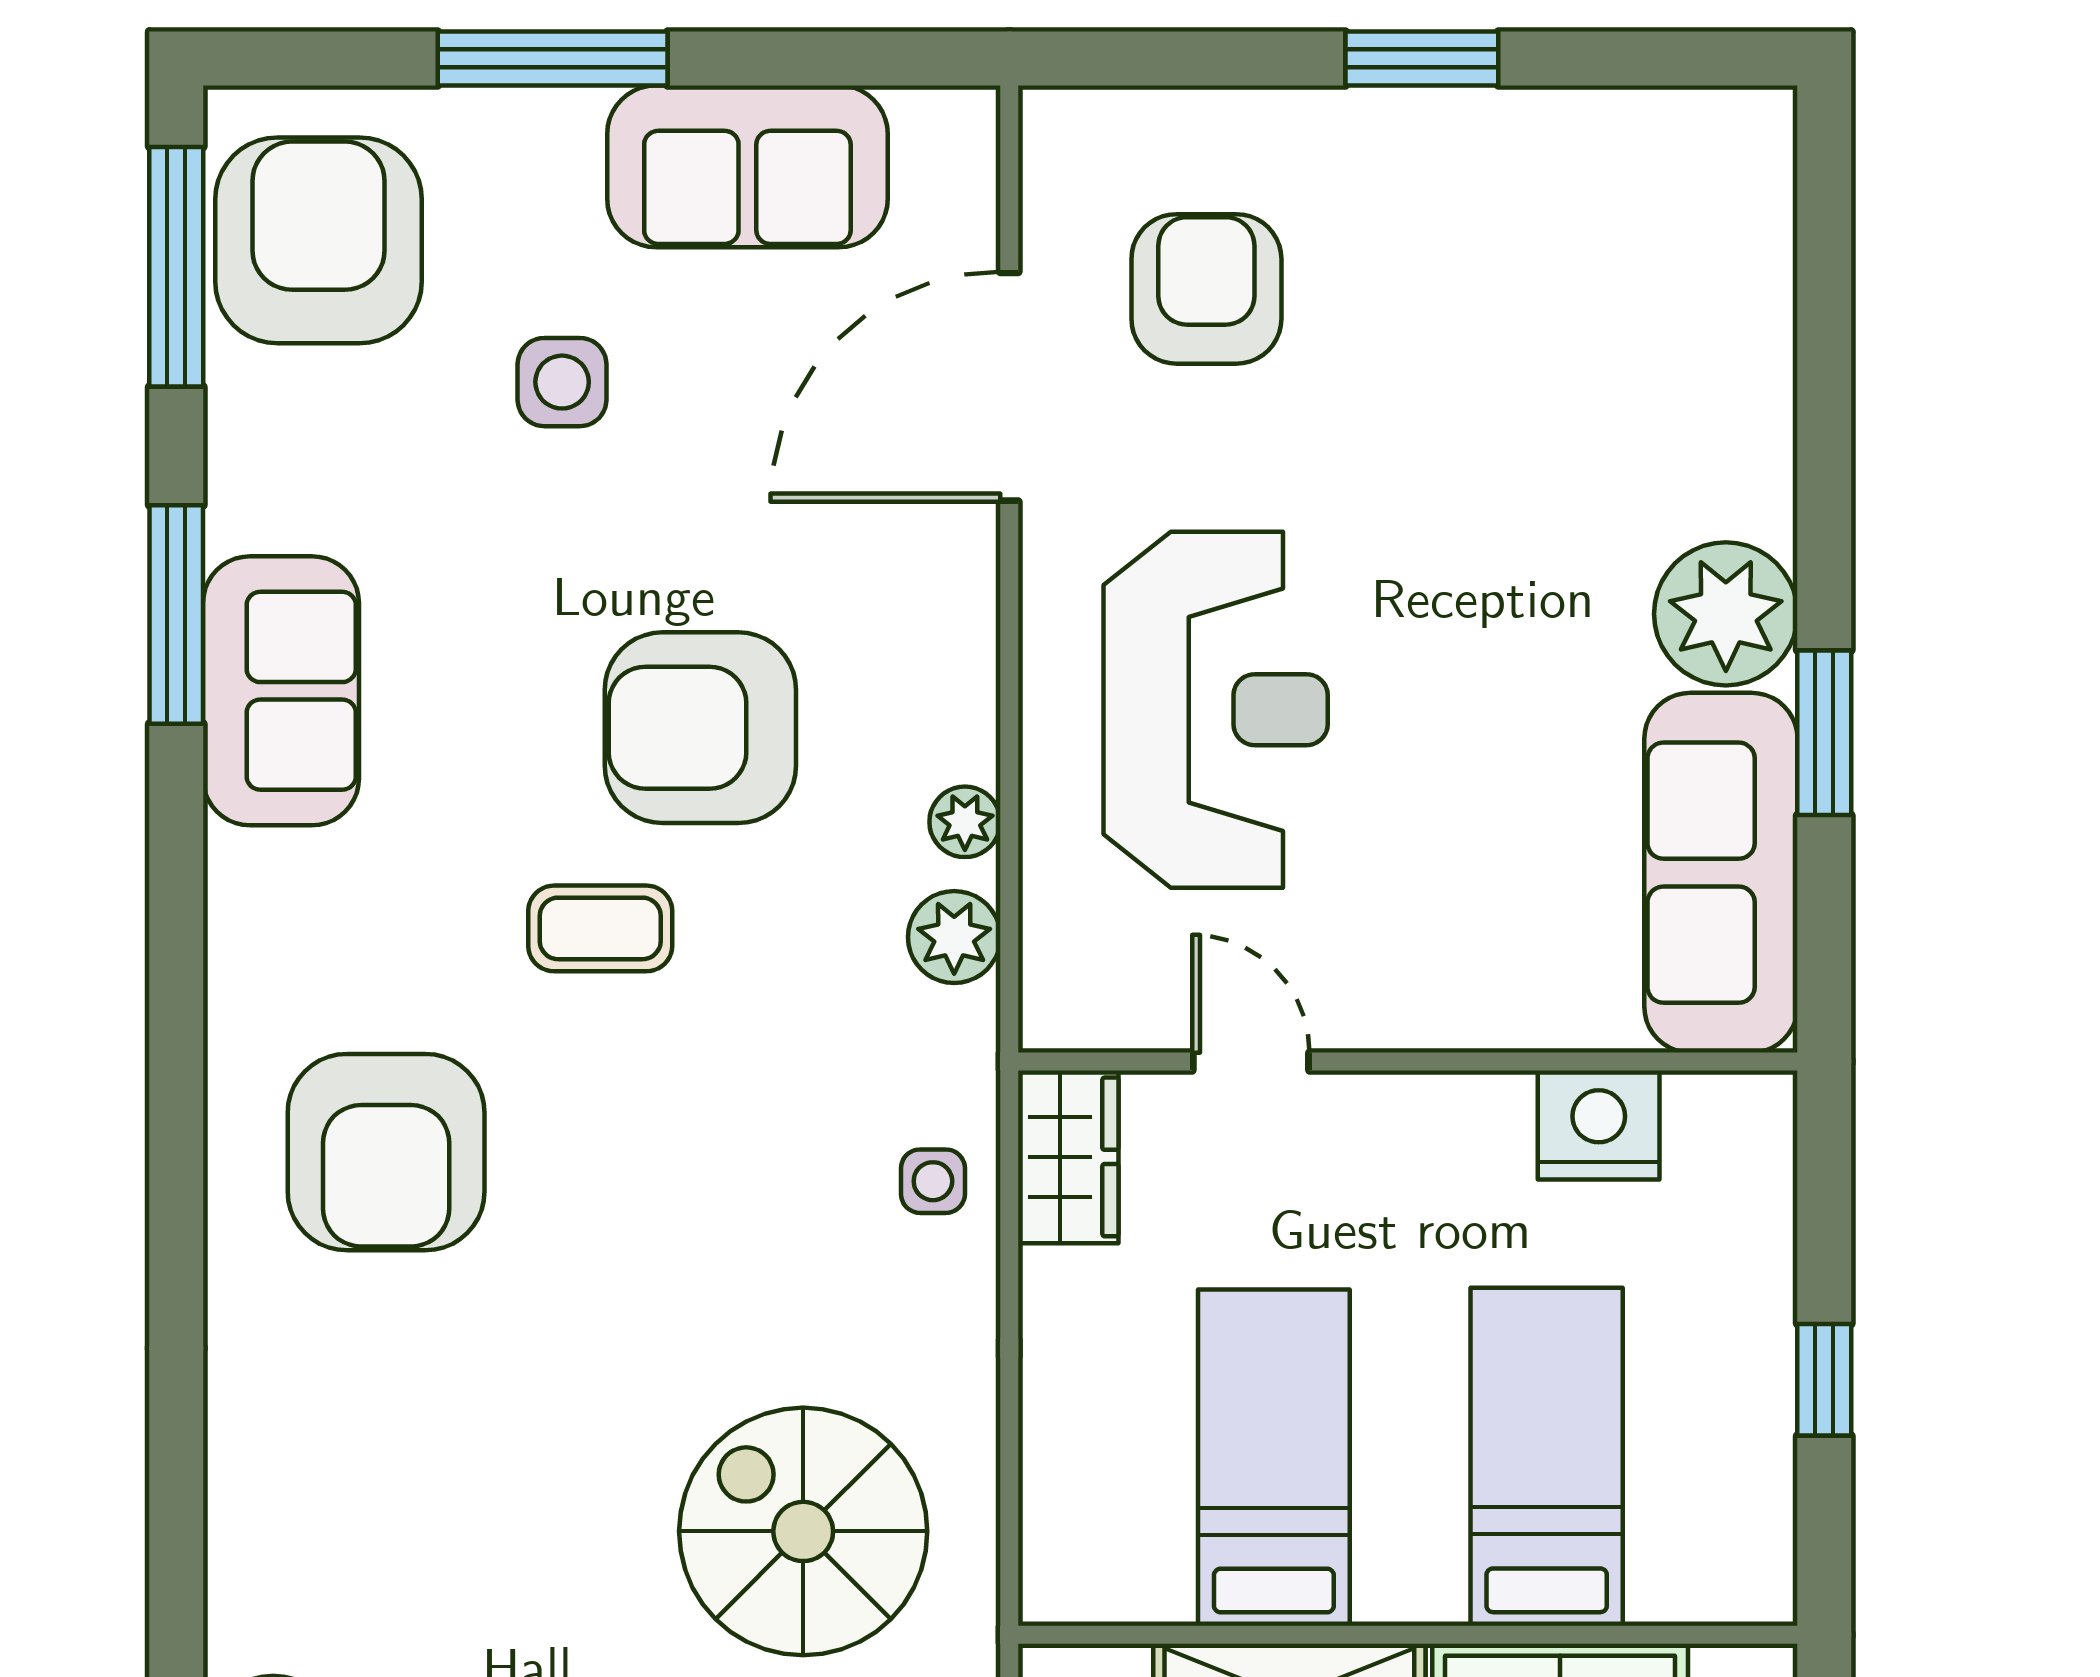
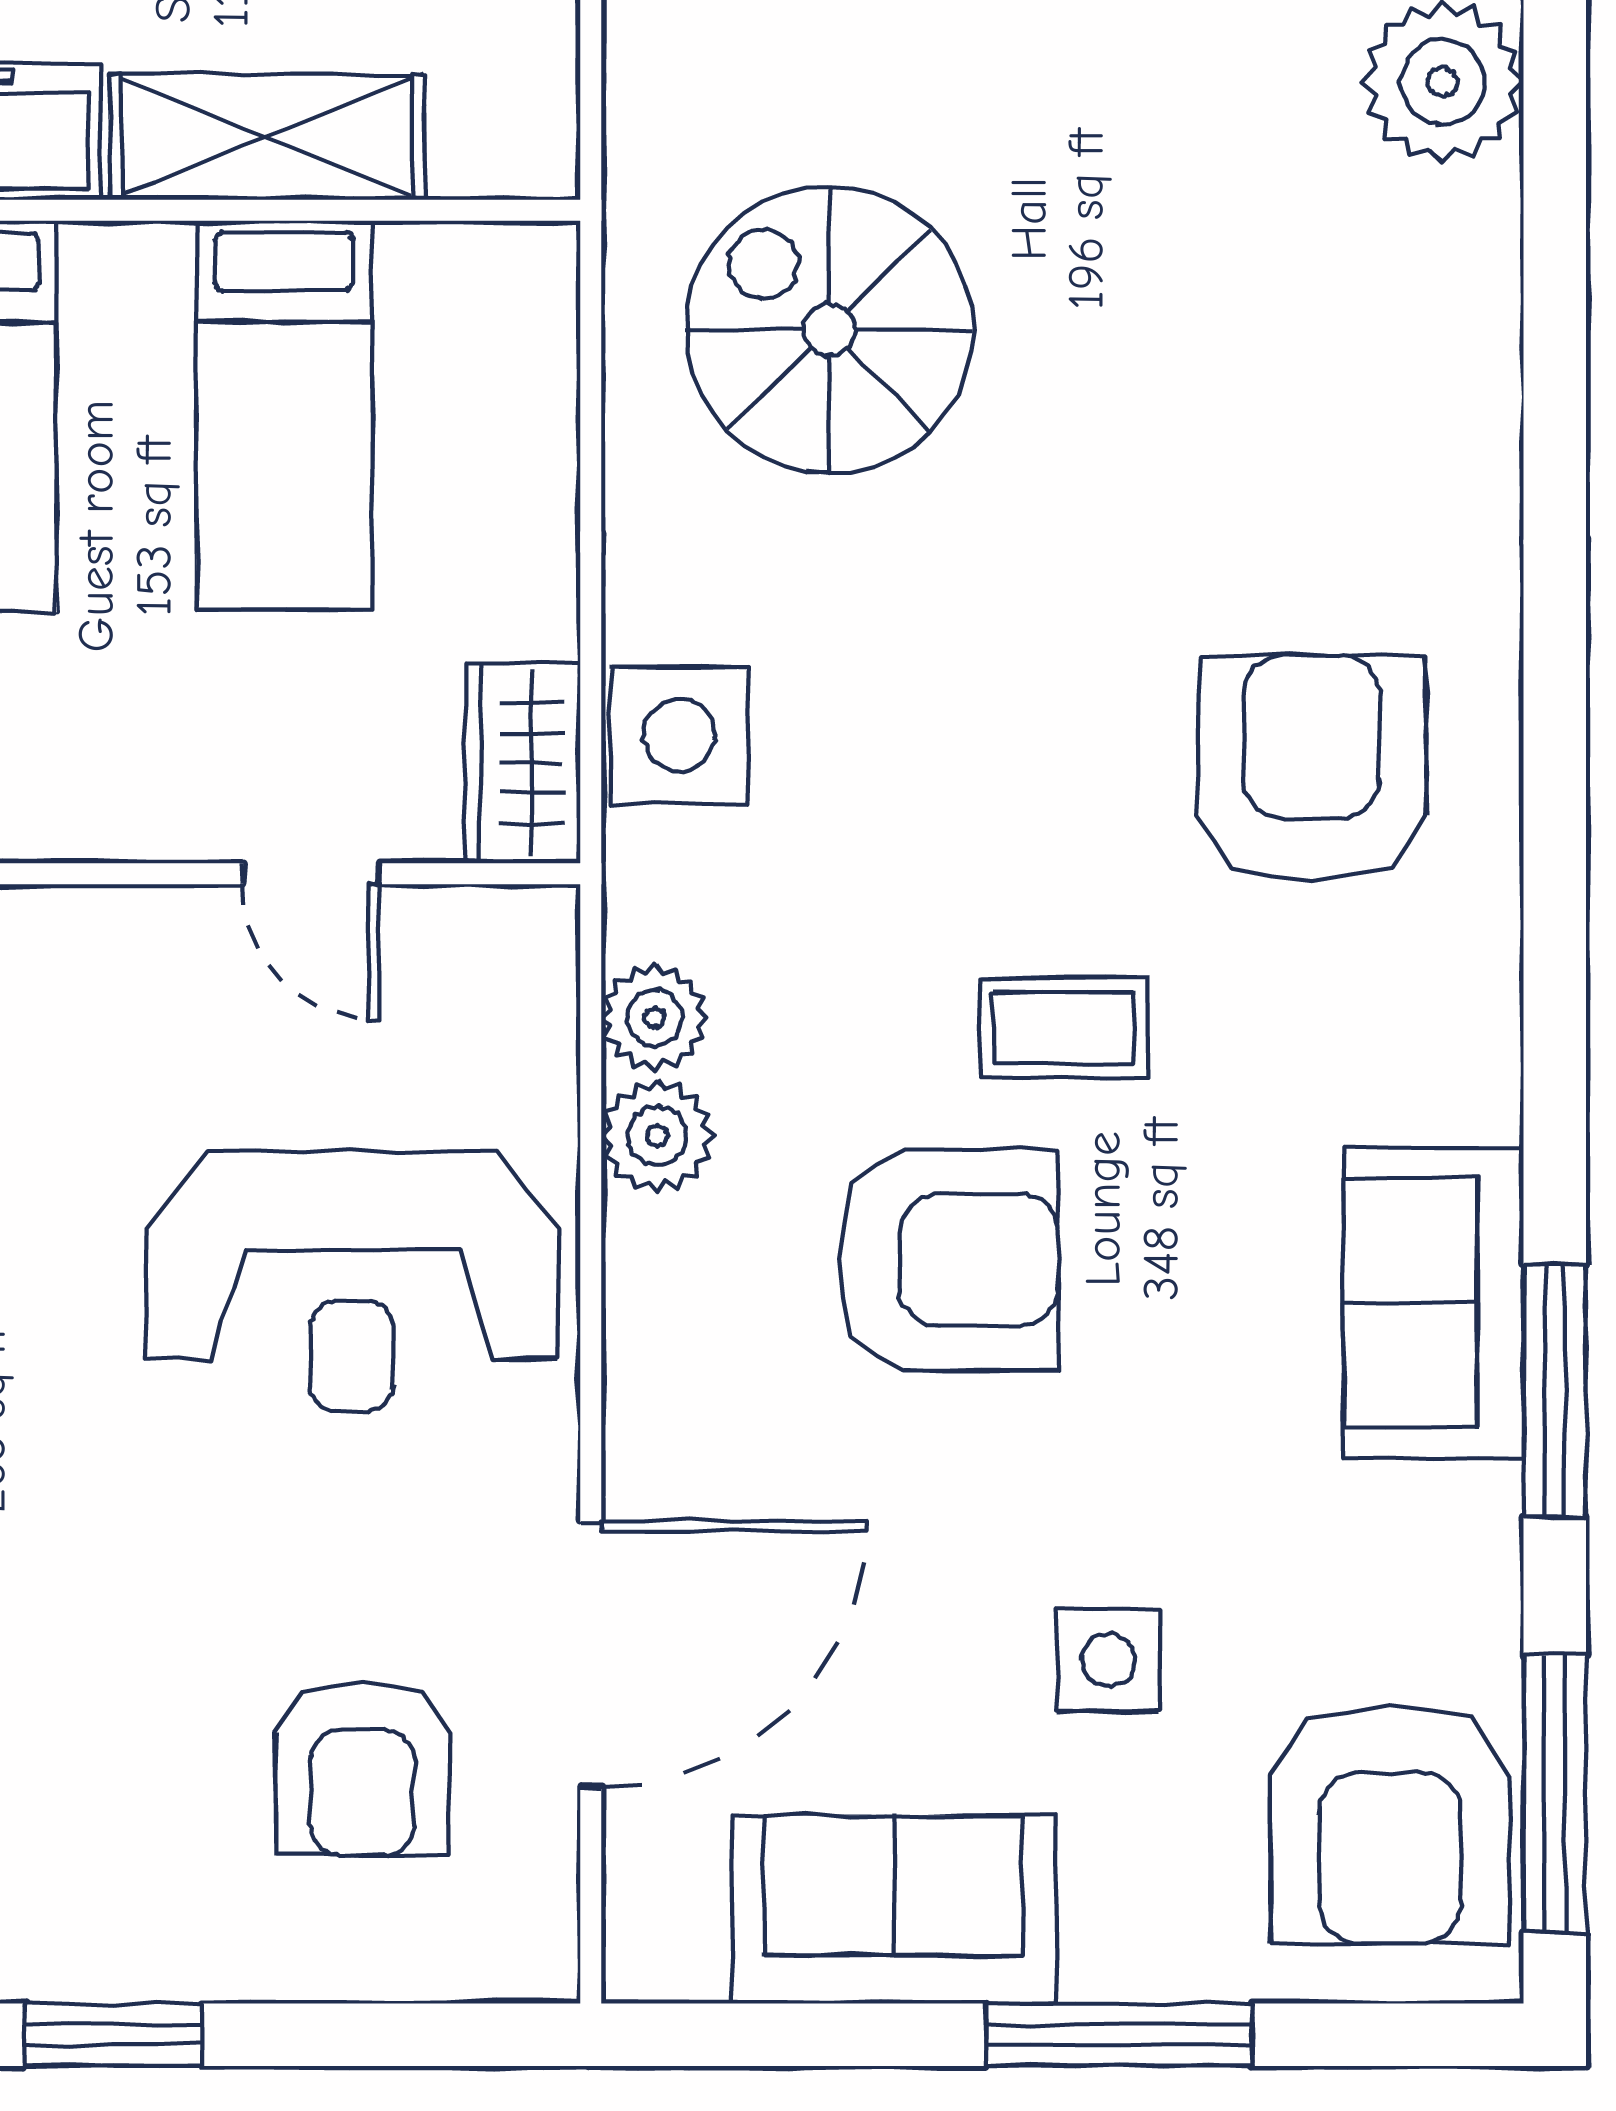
reception desk: (1216, 710) -> (352, 1281), turned -90
plant: (965, 822) -> (657, 1136), width x1.38, depth x1.38
side table: (933, 1181) -> (679, 735), width x1.87, depth x1.87
spiral stairs: (803, 1531) -> (829, 330), turned 180

